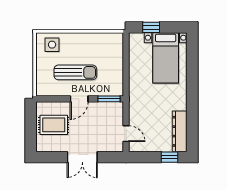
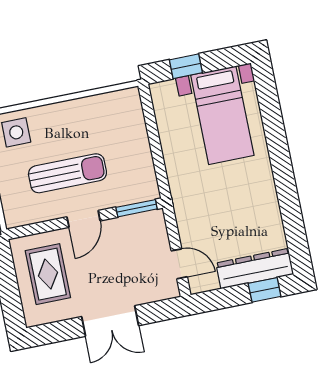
rug: (54, 125) -> (48, 274), turned 90
dresser: (180, 131) -> (255, 269), moved, turned 90

